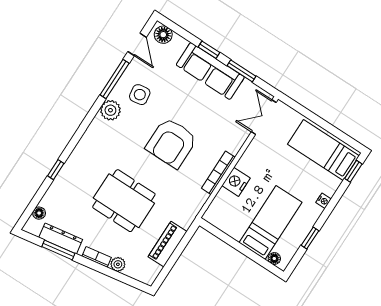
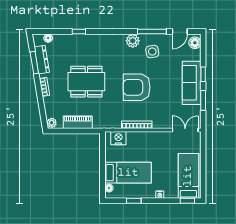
nightstand: (236, 182) -> (118, 138), moved
dining table: (124, 201) -> (86, 82), turned 90
plant: (118, 264) -> (52, 123), moved

